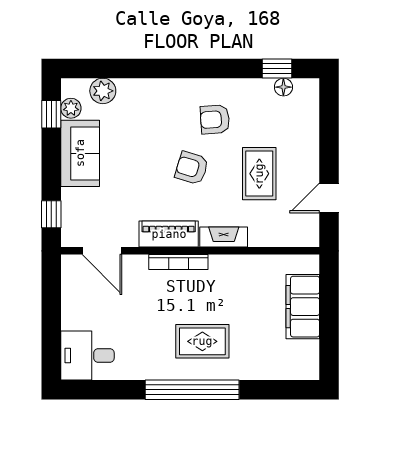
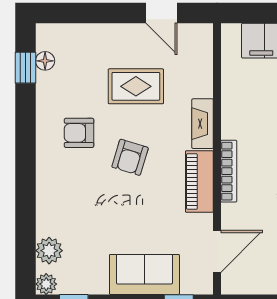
plant: (71, 108) -> (46, 284), moved
armchair: (215, 119) -> (79, 133), turned 94
sofa: (80, 153) -> (144, 274), moved

